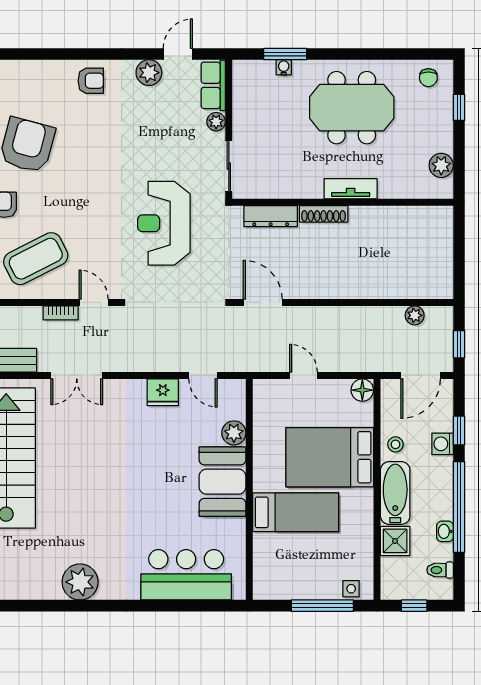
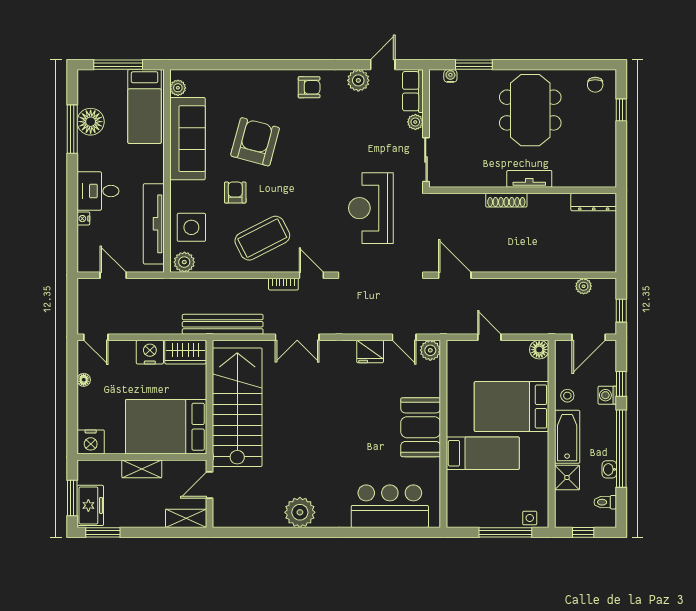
water cooler: (284, 67) -> (450, 76), moved
meeting table: (352, 108) -> (530, 110), turned 90
plant: (441, 165) -> (606, 159), removed
dresser: (271, 216) -> (594, 202), moved
plant: (234, 433) -> (430, 350), moved

